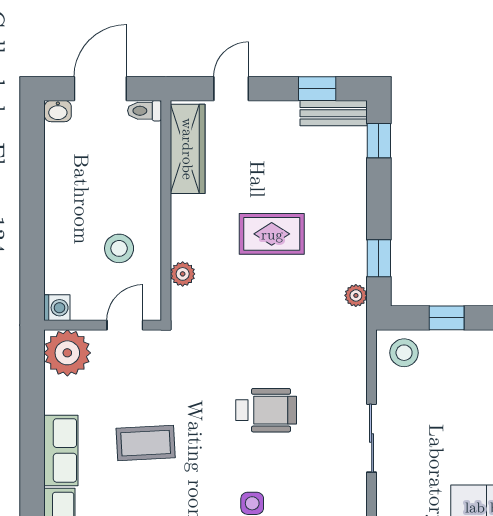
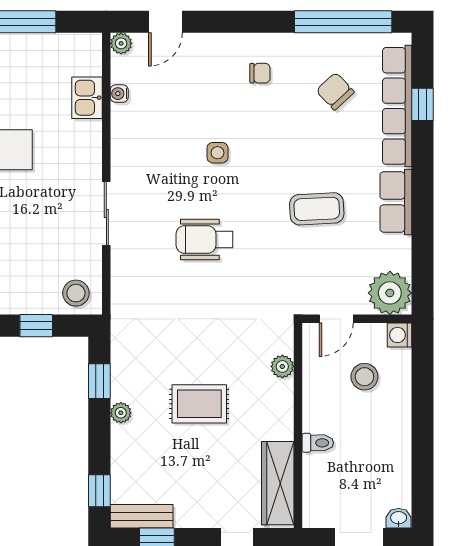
toilet: (145, 111) -> (318, 443), moved
stool: (119, 248) -> (364, 377), moved
plant: (356, 295) -> (121, 413), moved

